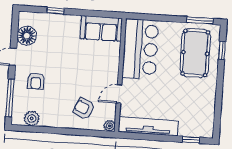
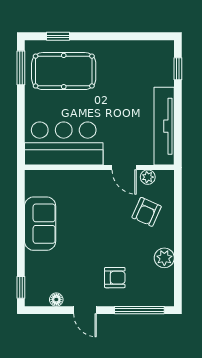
window: (55, 11) -> (21, 287), moved
sofa: (101, 29) -> (40, 224), moved
floor lamp: (27, 36) -> (56, 300), width x0.53, depth x0.53
plant: (32, 118) -> (164, 258), moved
plant: (109, 126) -> (148, 177), moved

